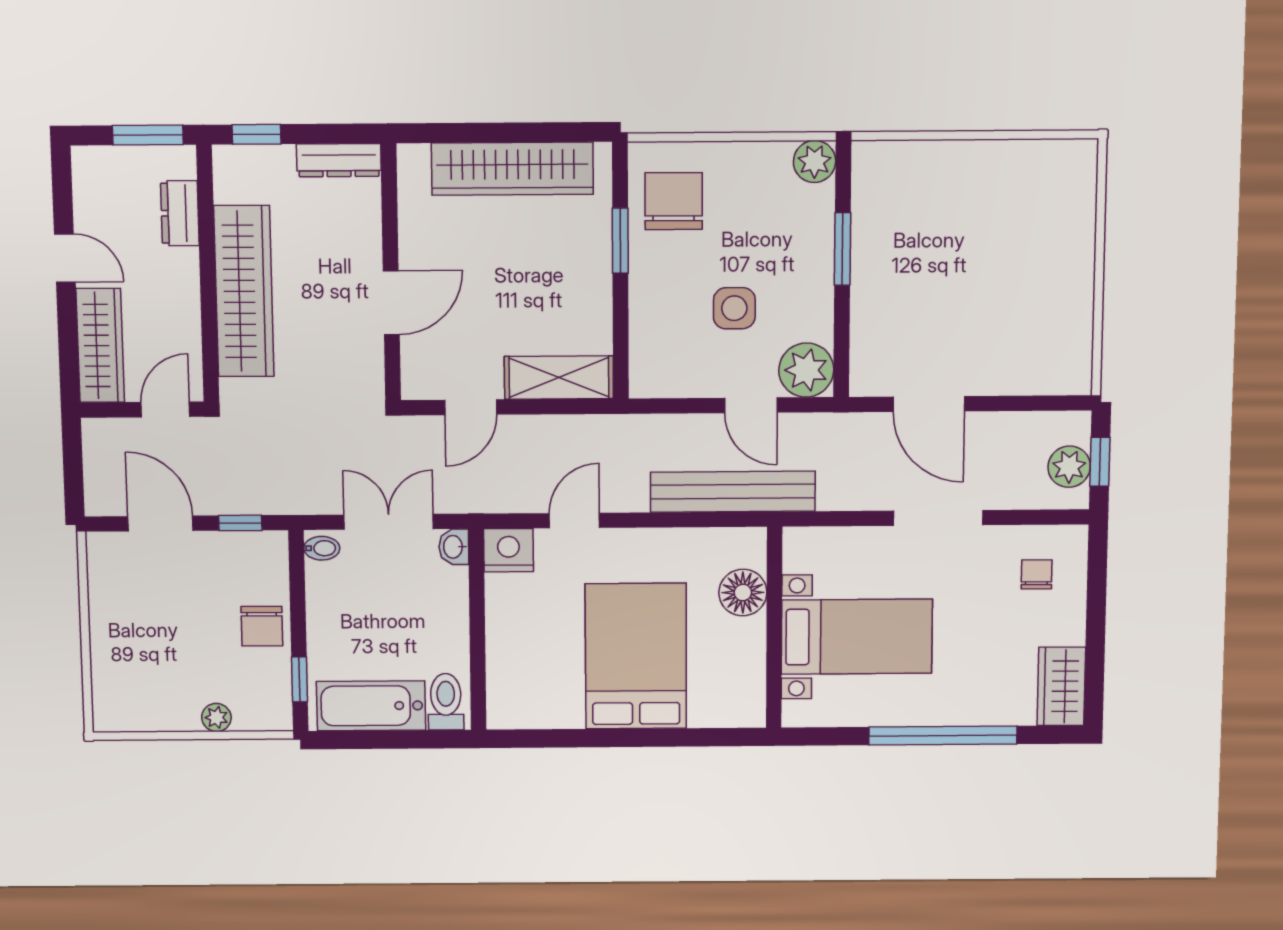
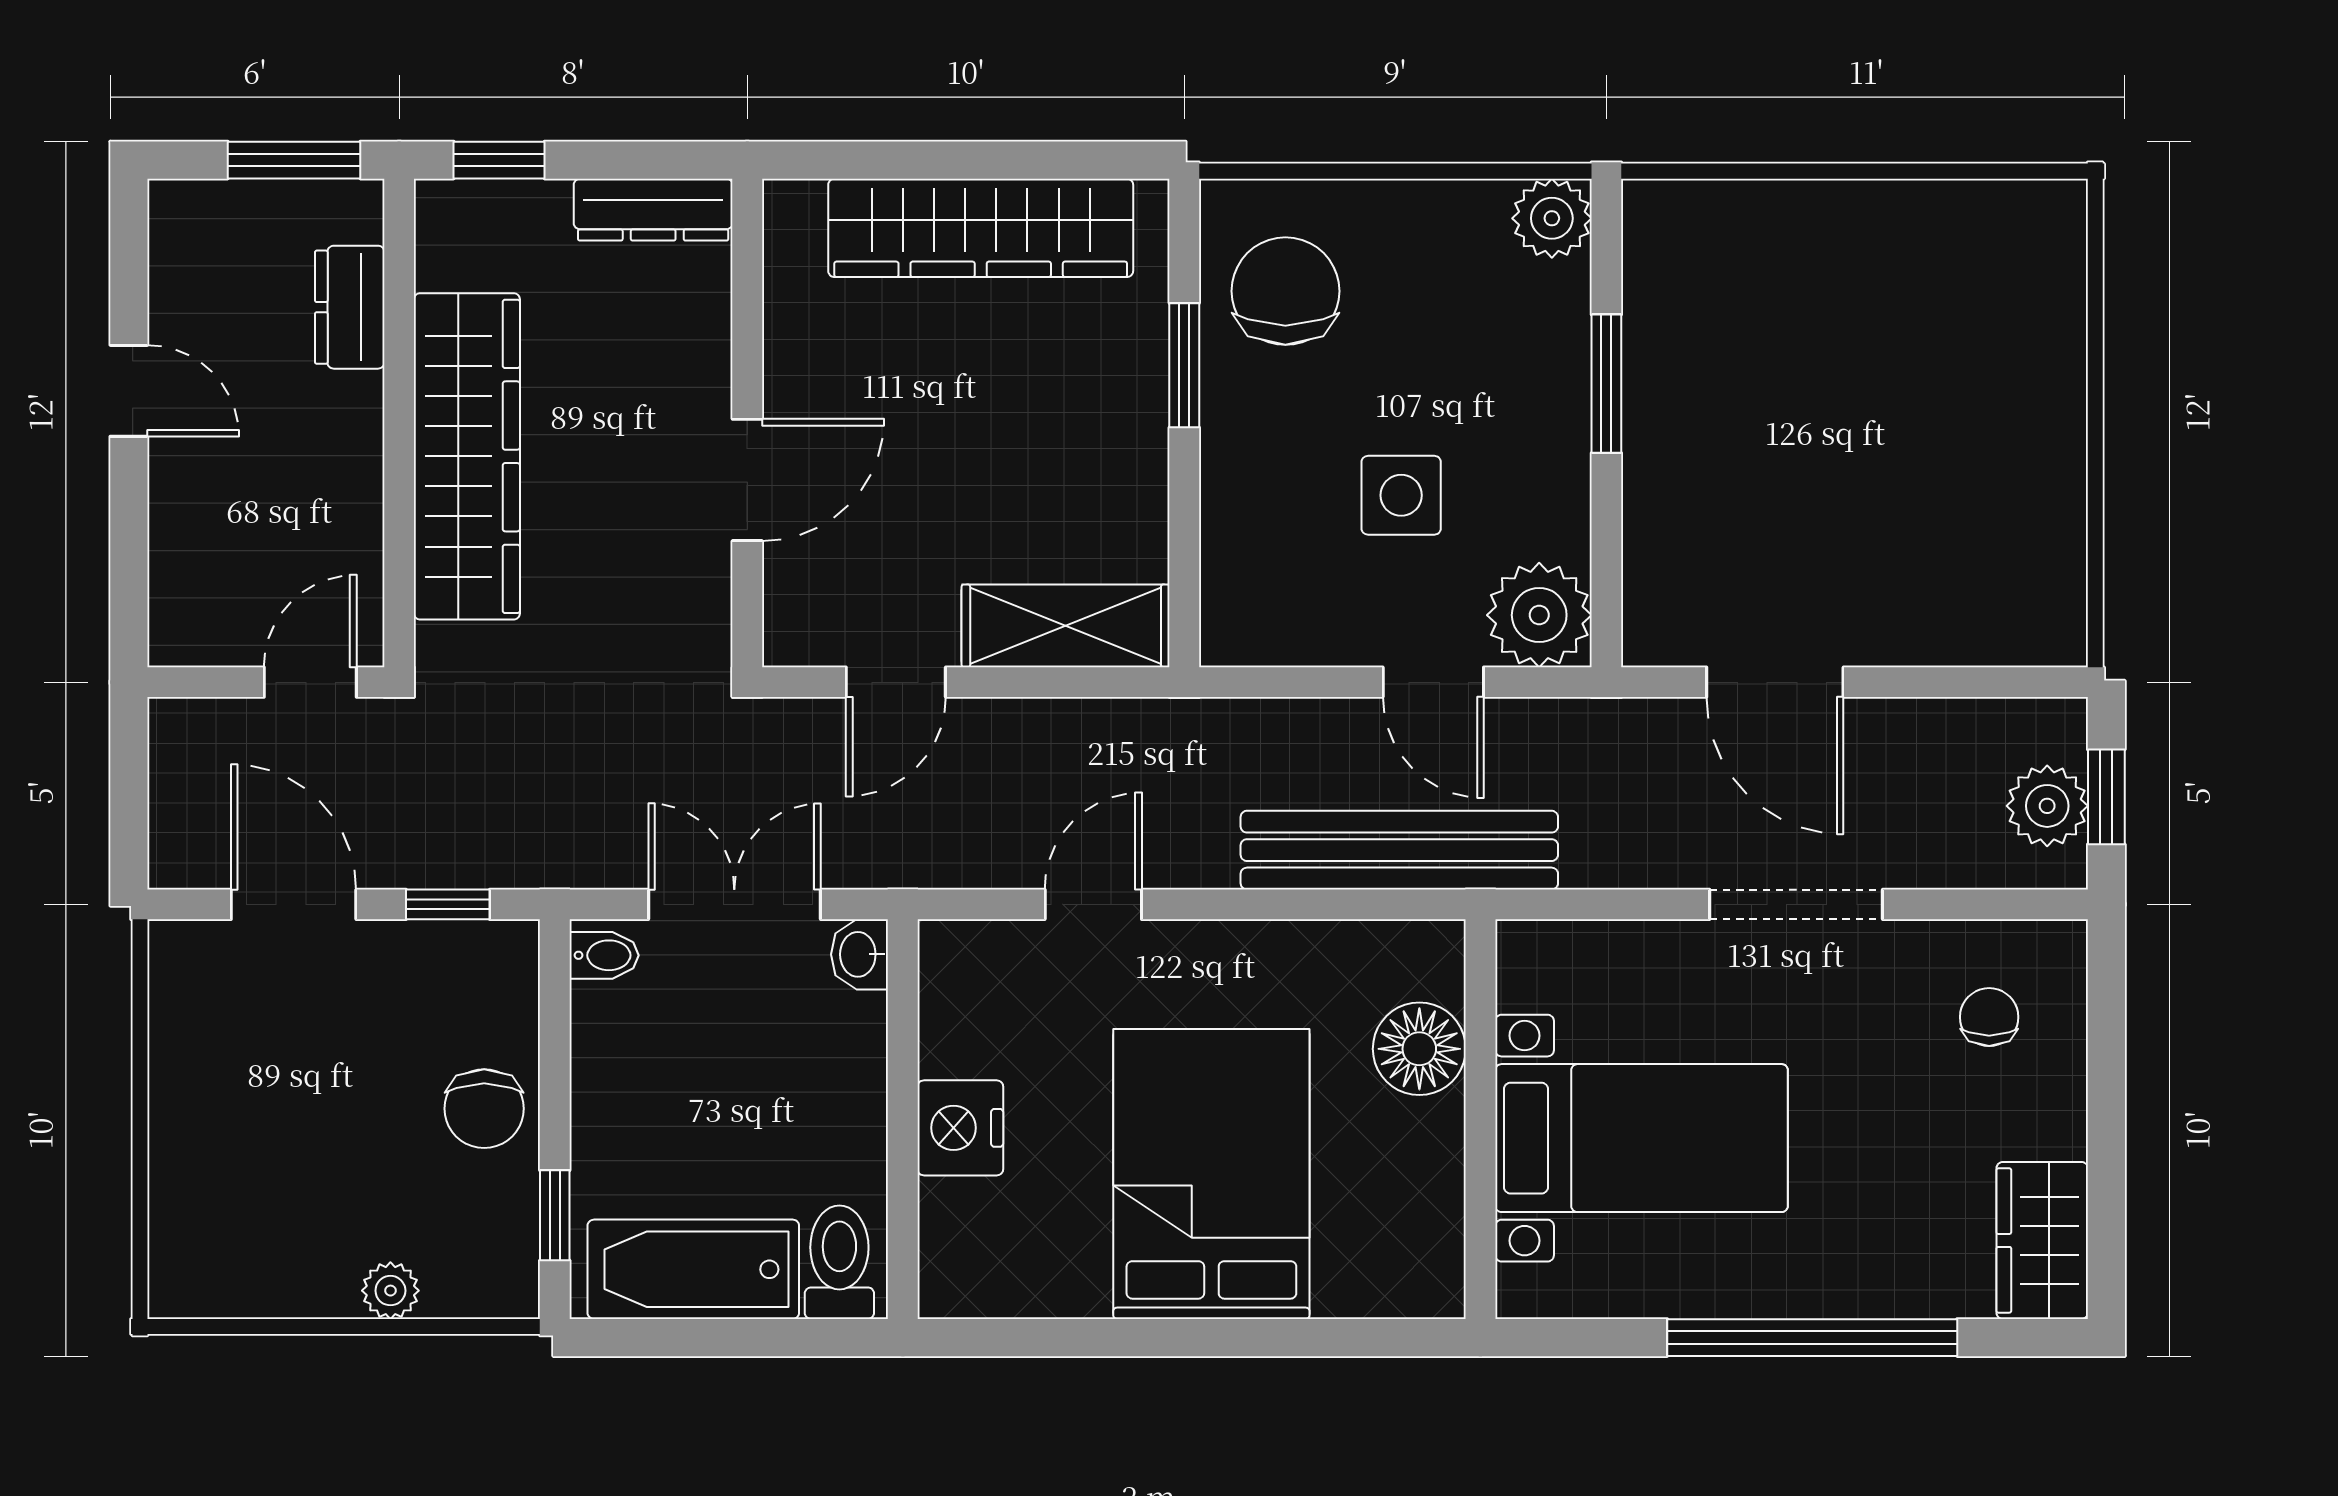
wardrobe: (100, 345) -> (190, 558), removed
nightstand: (508, 550) -> (960, 1128), moved, turned -90

